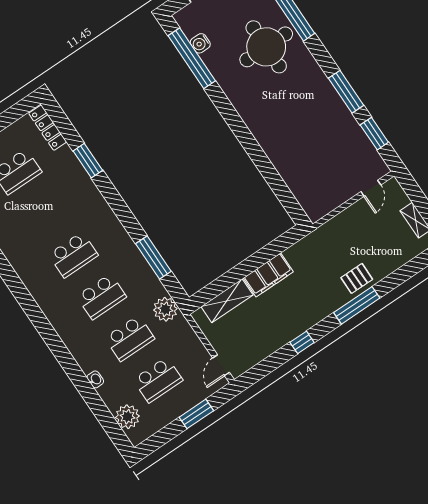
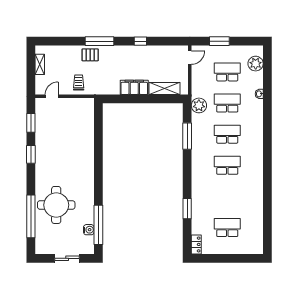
window: (346, 92) -> (31, 154), width x0.69
locker: (48, 128) -> (196, 244), width x0.66
trolley: (347, 231) -> (79, 83), added

